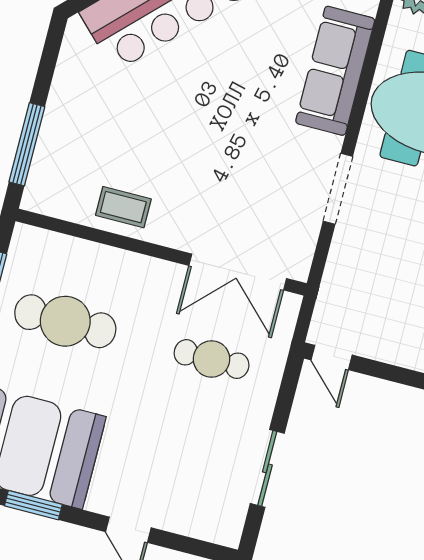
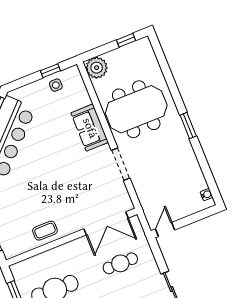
sofa: (335, 71) -> (90, 128), width x0.73
door: (332, 357) -> (165, 229), swing flipped

